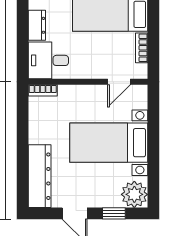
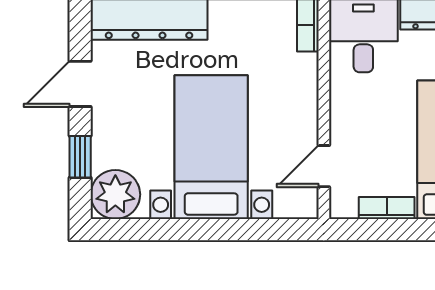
door: (119, 82) -> (324, 166), hinge flipped

